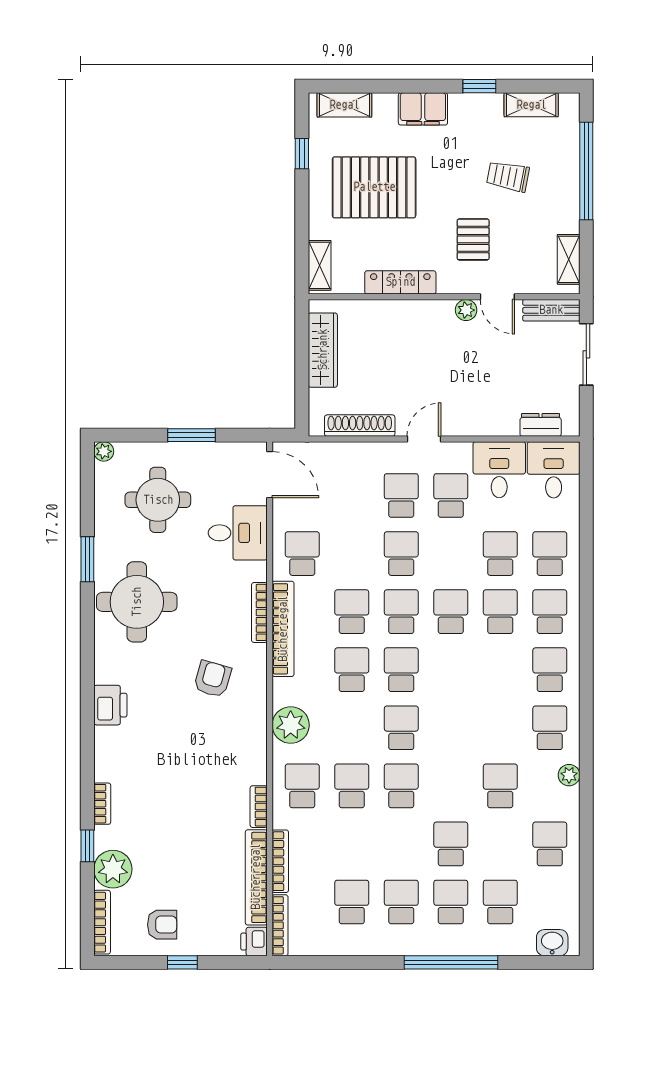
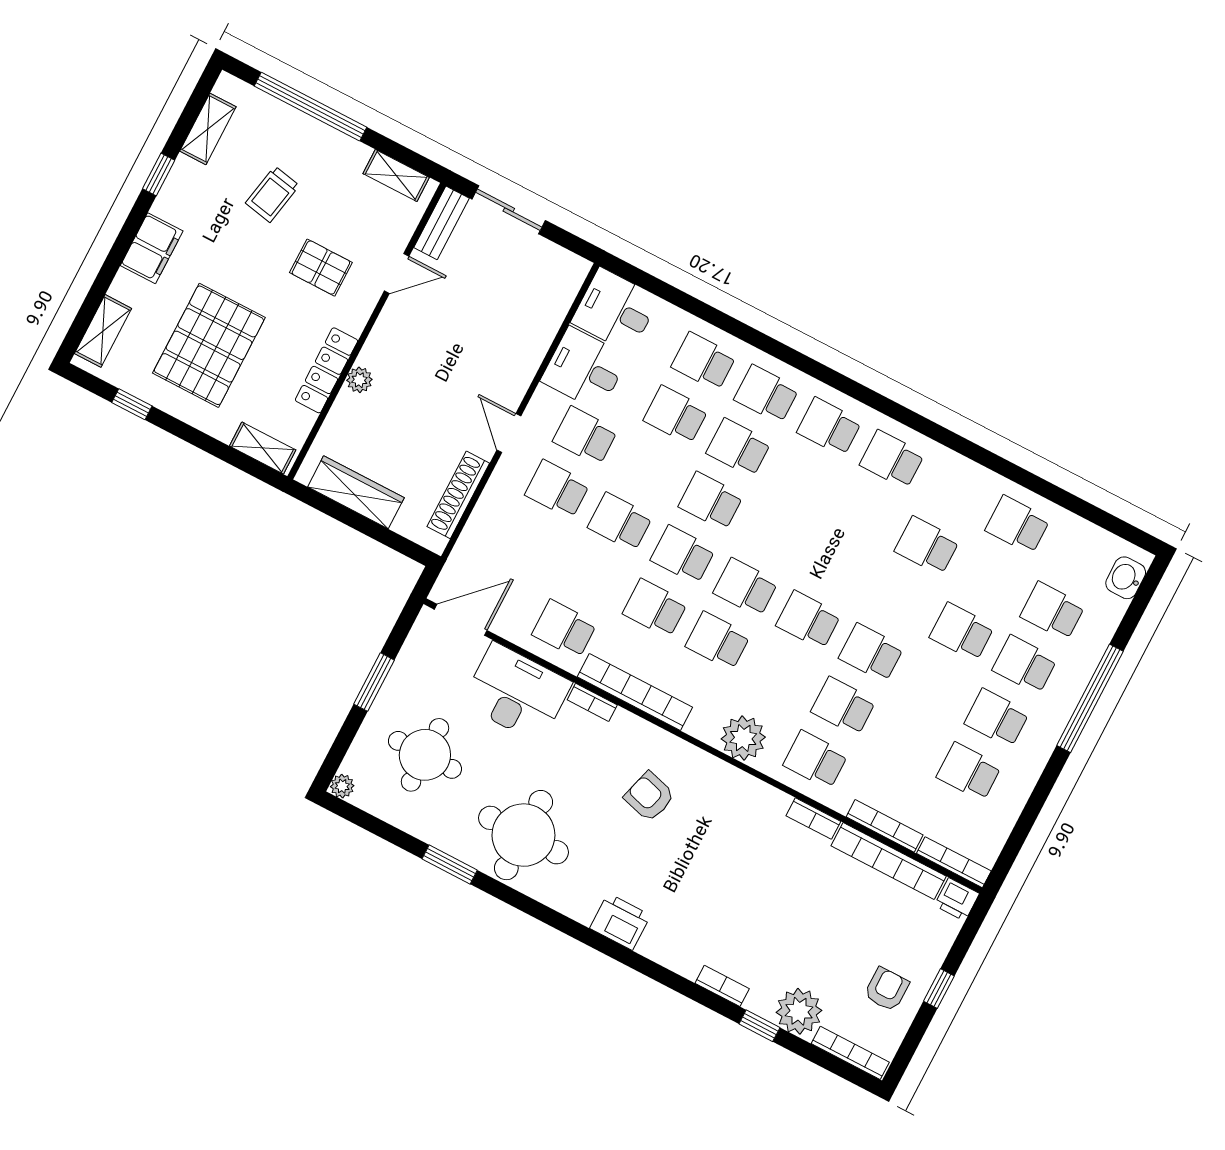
plant: (466, 310) -> (359, 380), moved
dresser: (541, 425) -> (559, 299), removed
desk: (238, 533) -> (517, 693), width x1.37
bookcase: (259, 612) -> (592, 702), width x0.64
plant: (569, 775) -> (954, 465), removed

